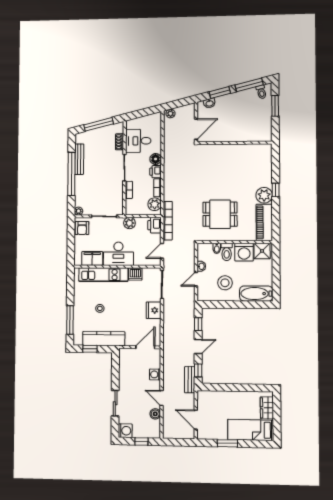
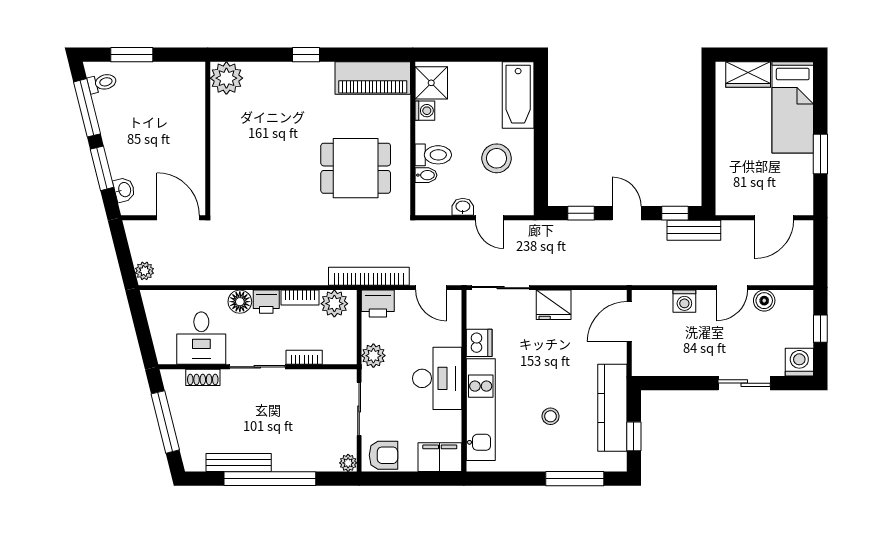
plant: (264, 195) -> (226, 78), moved
dining table: (220, 214) -> (356, 168), turned 90
washing machine: (244, 252) -> (425, 111), width x0.53, depth x0.53
filing cabinet: (92, 258) -> (440, 457), moved, turned 90
door: (145, 347) -> (629, 322), hinge flipped

